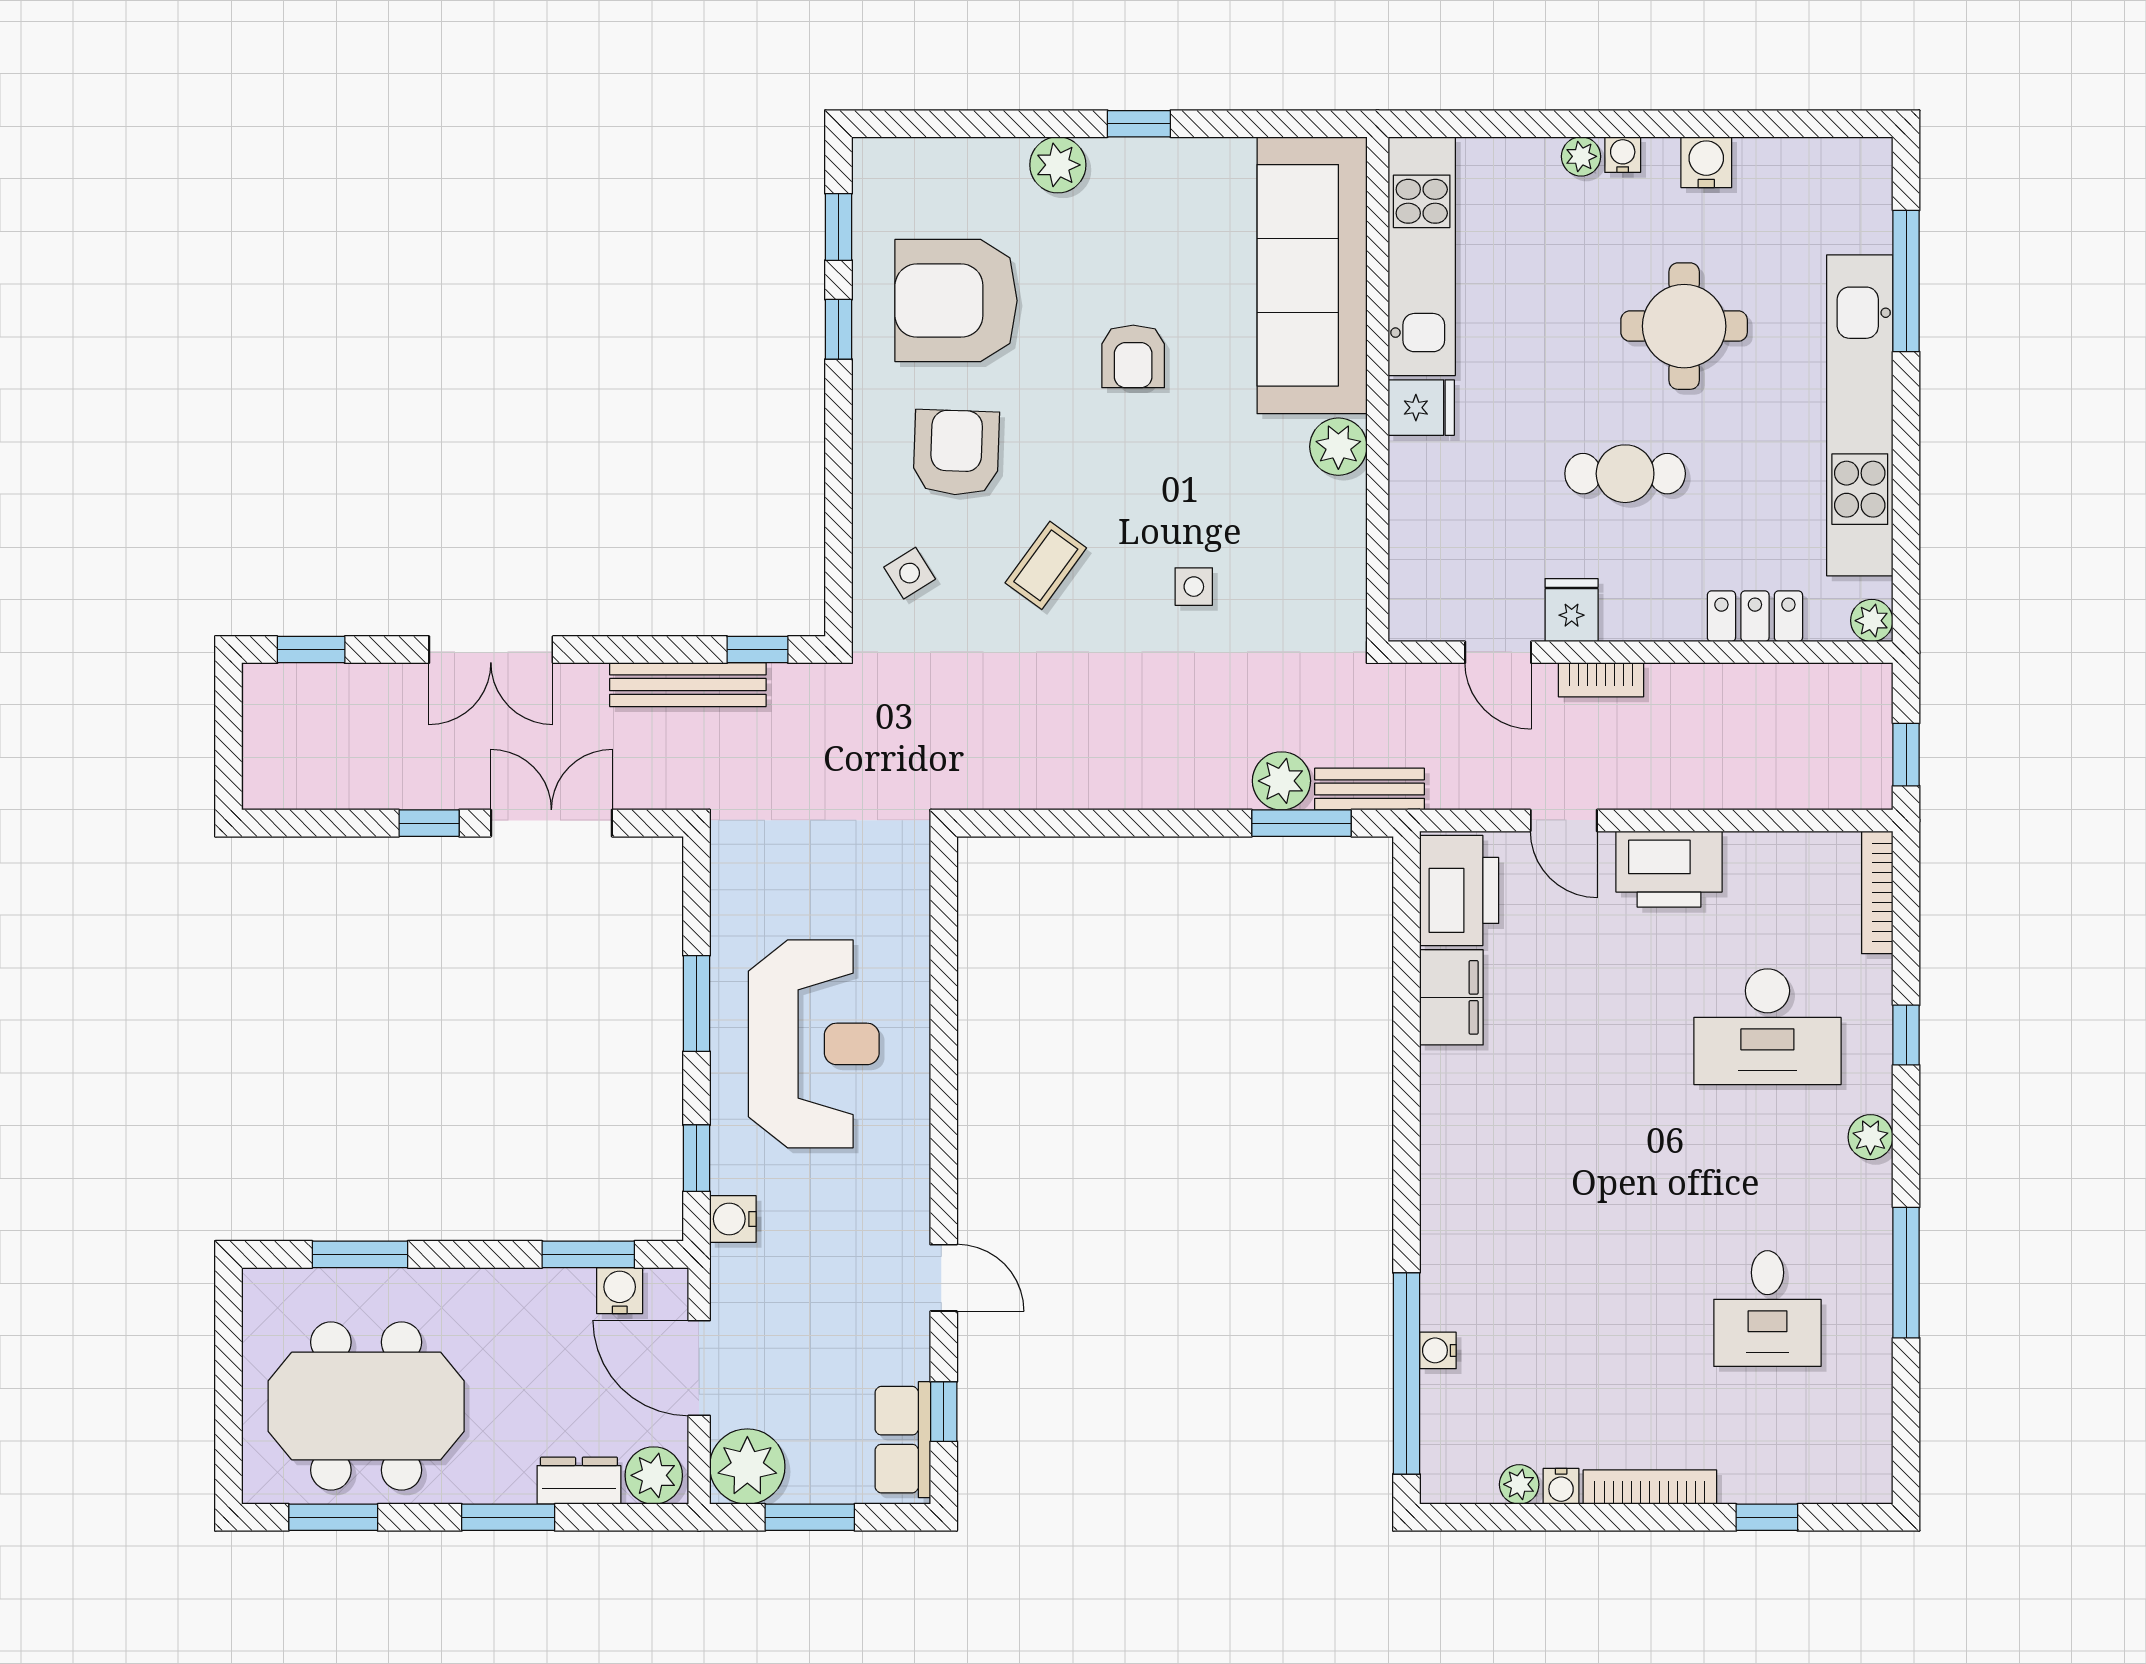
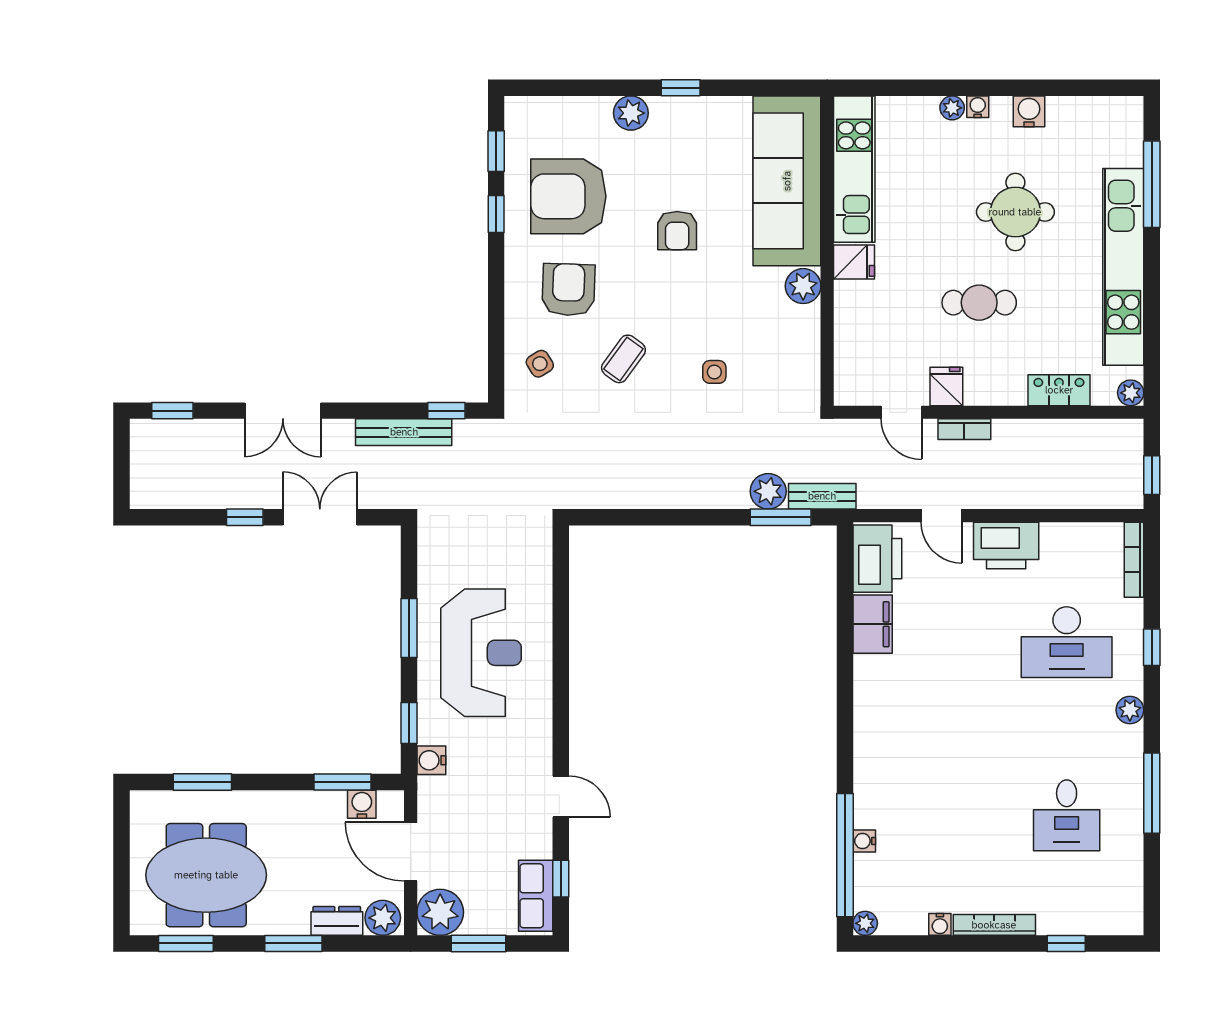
plant: (1519, 1484) -> (865, 923), moved

